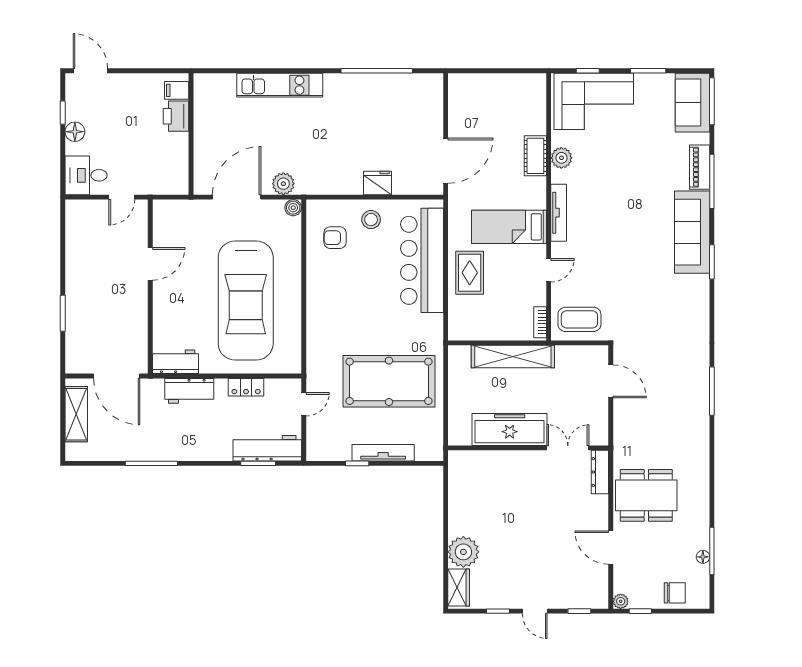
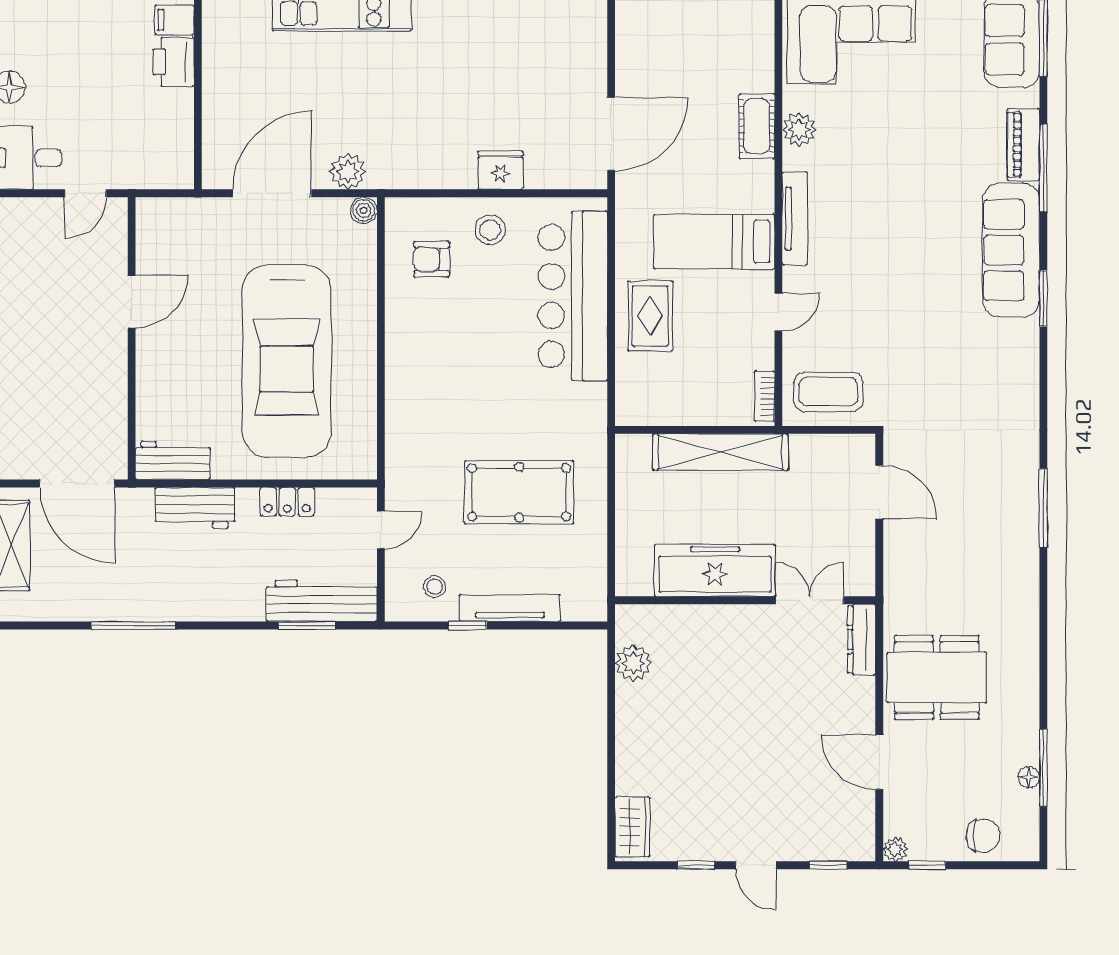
pool table: (389, 381) -> (519, 492), width x0.73, depth x0.76
stool: (337, 439) -> (434, 587), added
plant: (463, 552) -> (633, 663), moved, width x0.73, depth x0.73

